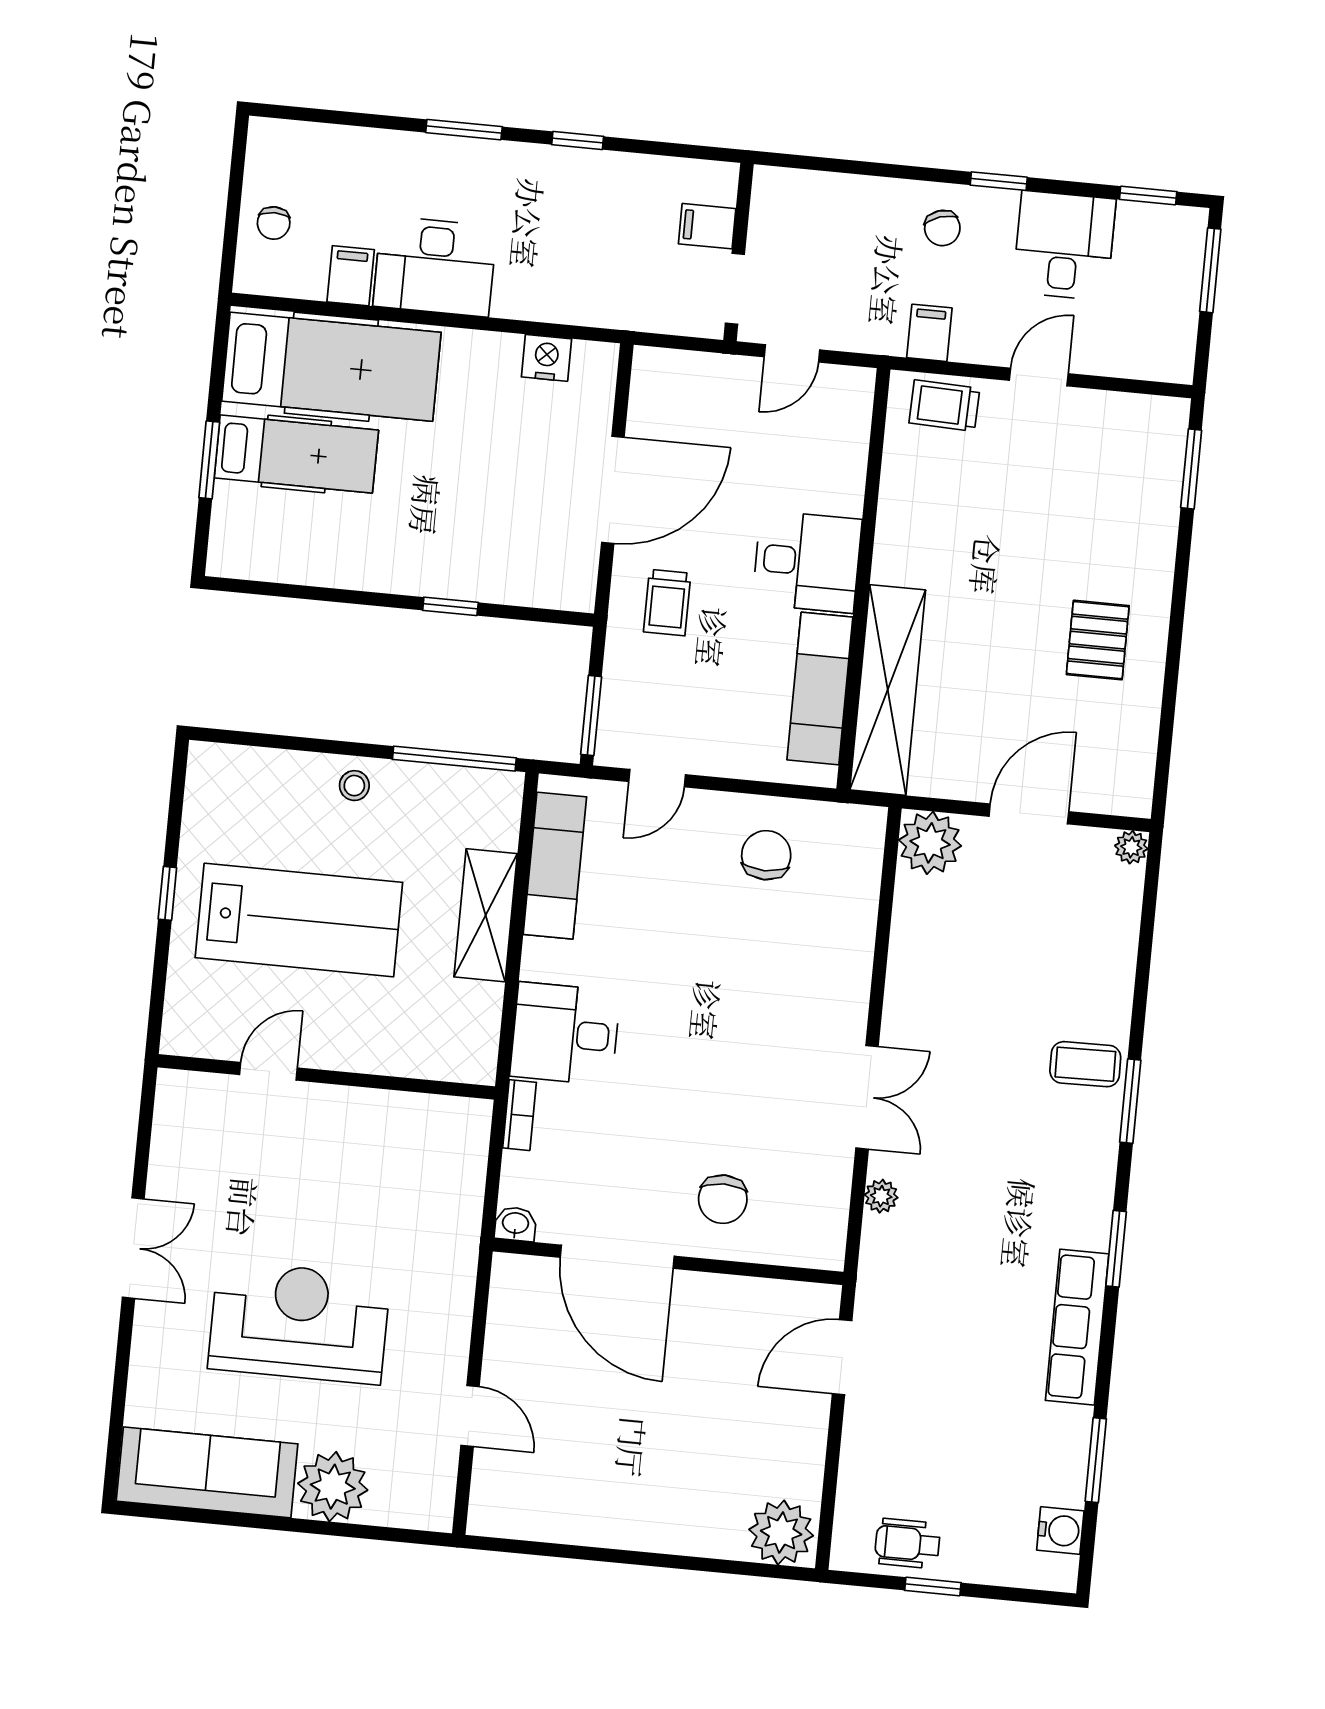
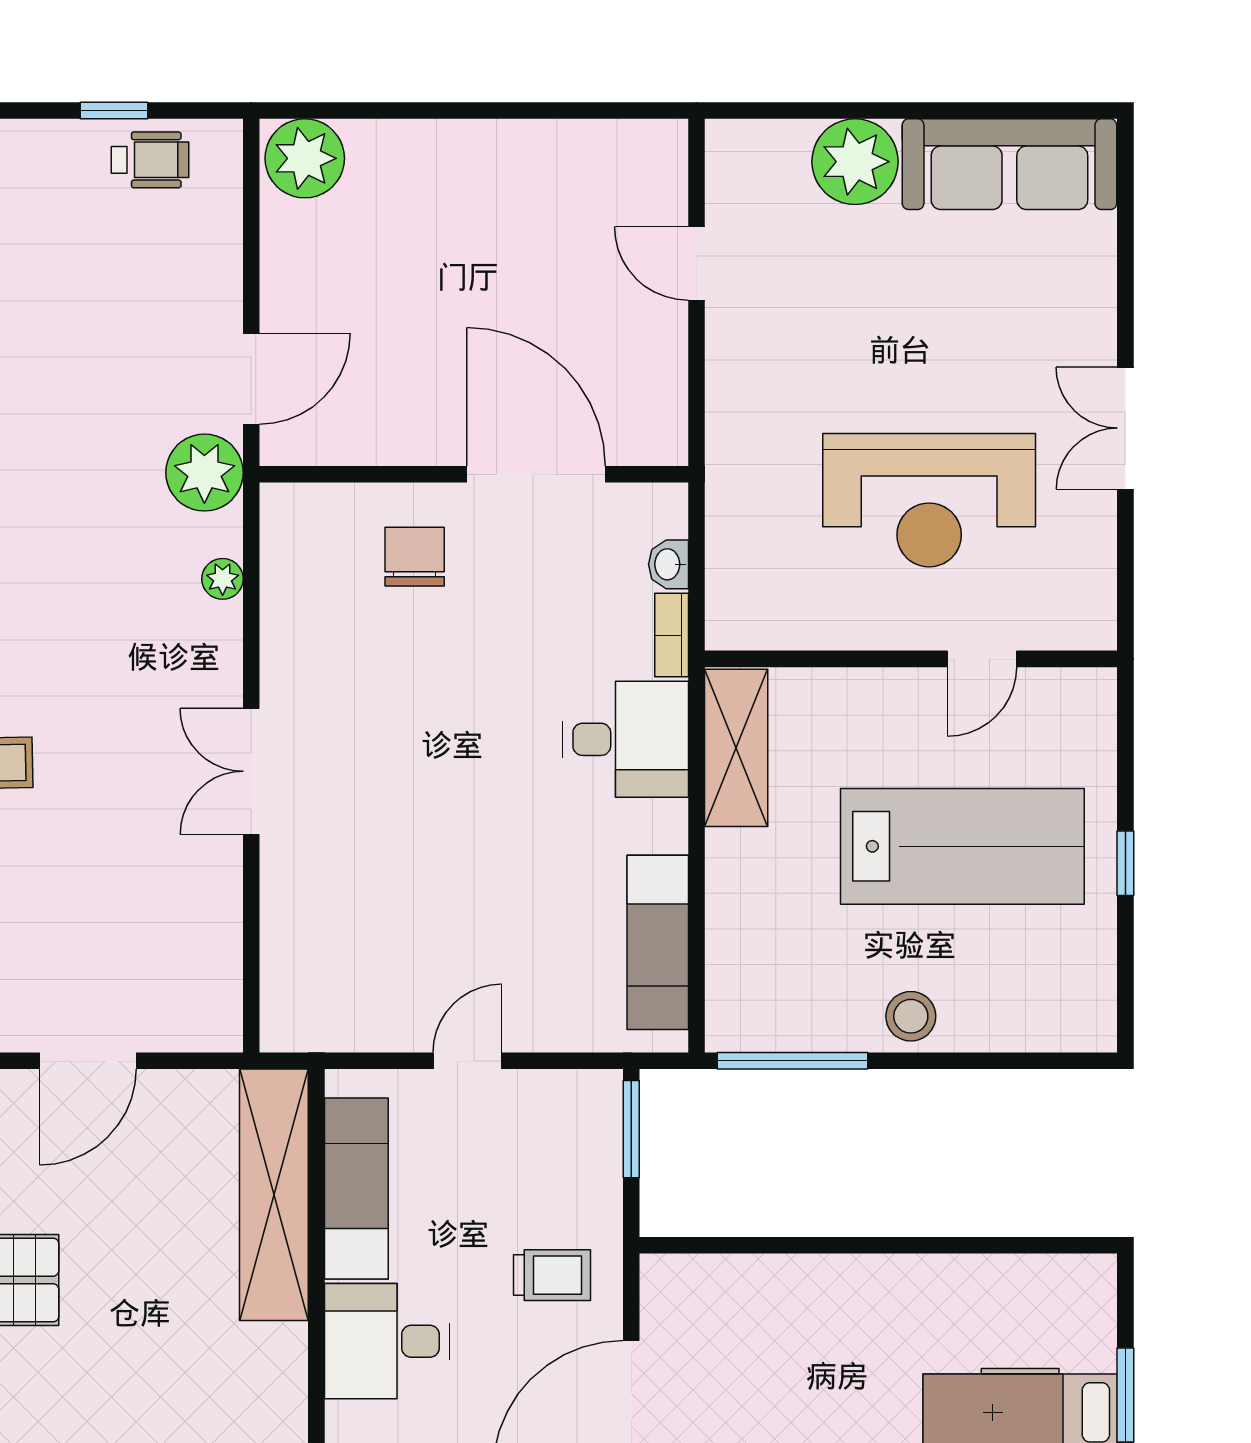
trolley: (667, 603) -> (552, 1275), turned 90
window: (450, 606) -> (815, 1245), removed
door: (657, 778) -> (467, 1061), moved
stool: (354, 786) -> (911, 1016), width x1.37, depth x1.37
plant: (930, 843) -> (204, 473), moved
chair: (766, 855) -> (402, 980), removed
shelving: (486, 915) -> (736, 748), moved
lab bench: (299, 920) -> (962, 846), turned 180
double door: (867, 1097) -> (251, 771), moved
washbasin: (515, 1224) -> (668, 564), moved, turned 90
reception desk: (299, 1323) -> (929, 500), moved

